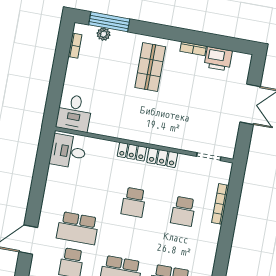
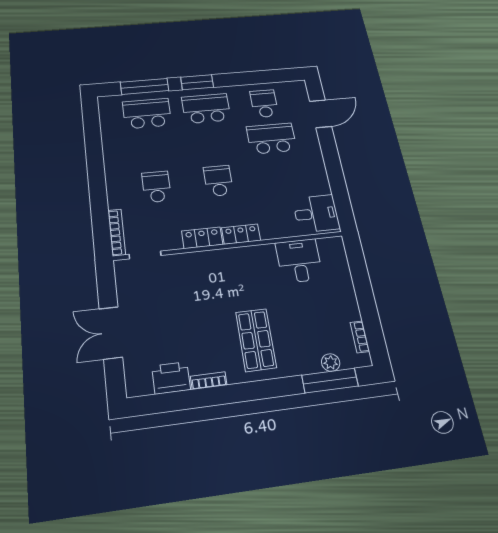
desk: (74, 113) -> (299, 261), moved
bookcase: (220, 204) -> (117, 232), moved

